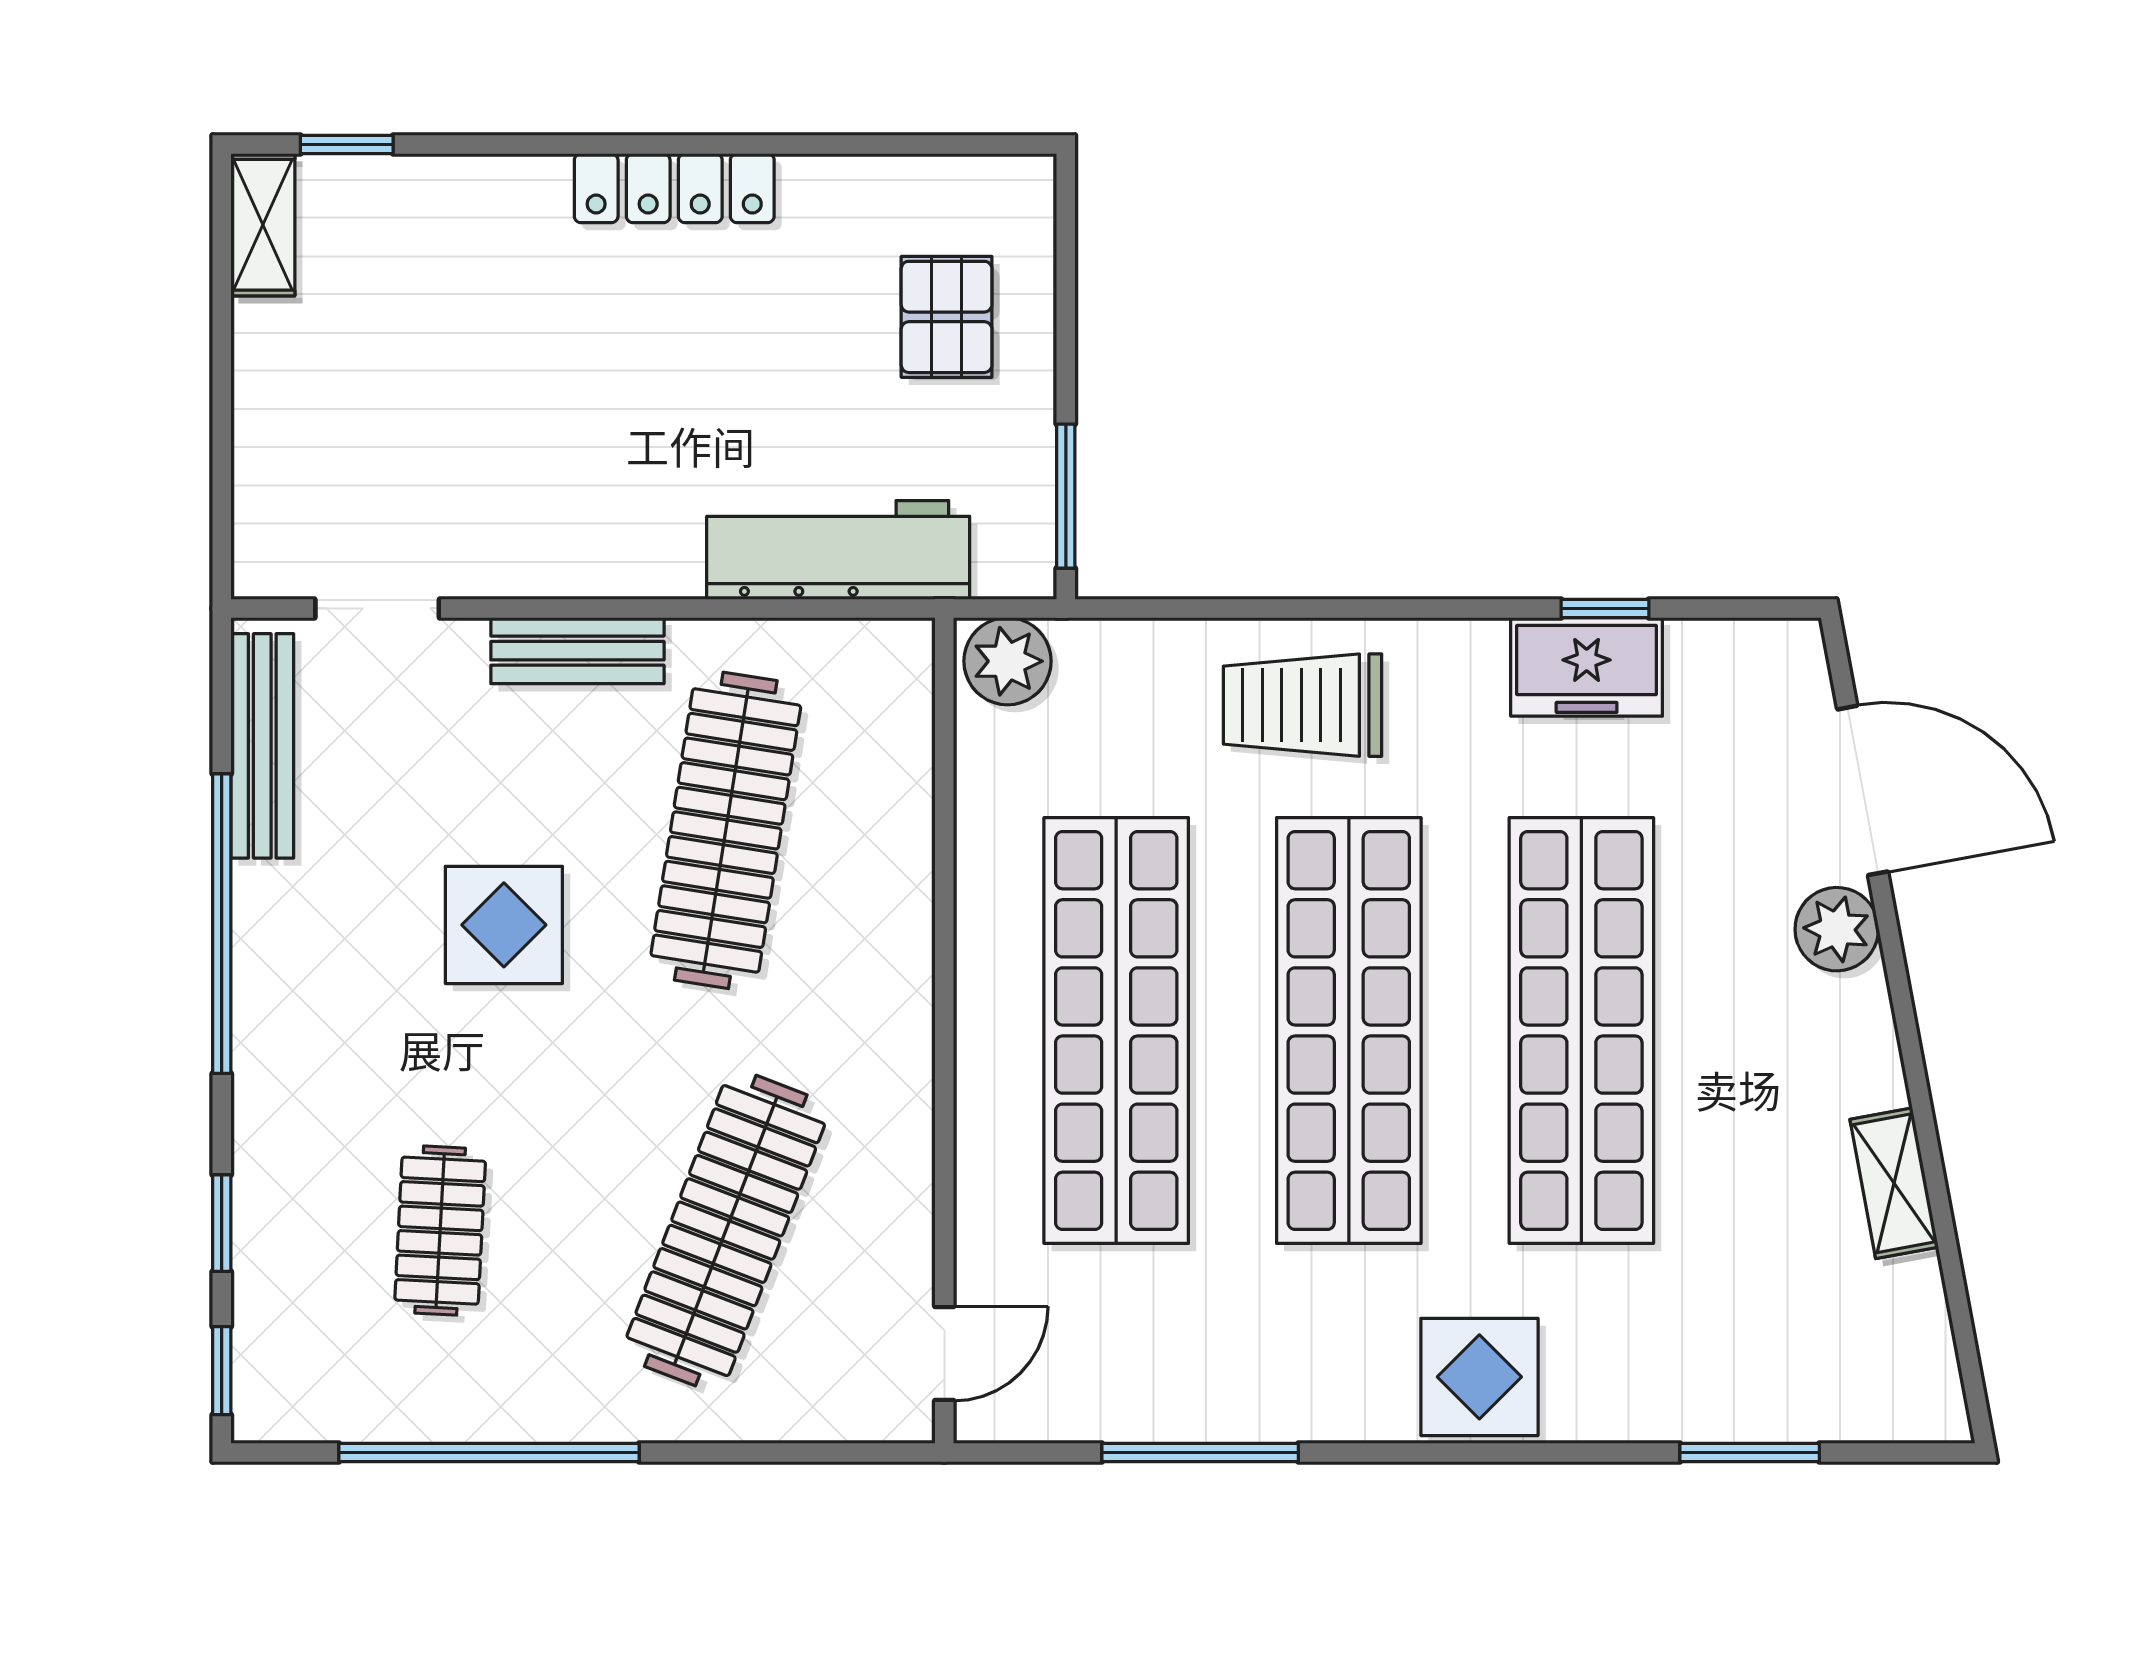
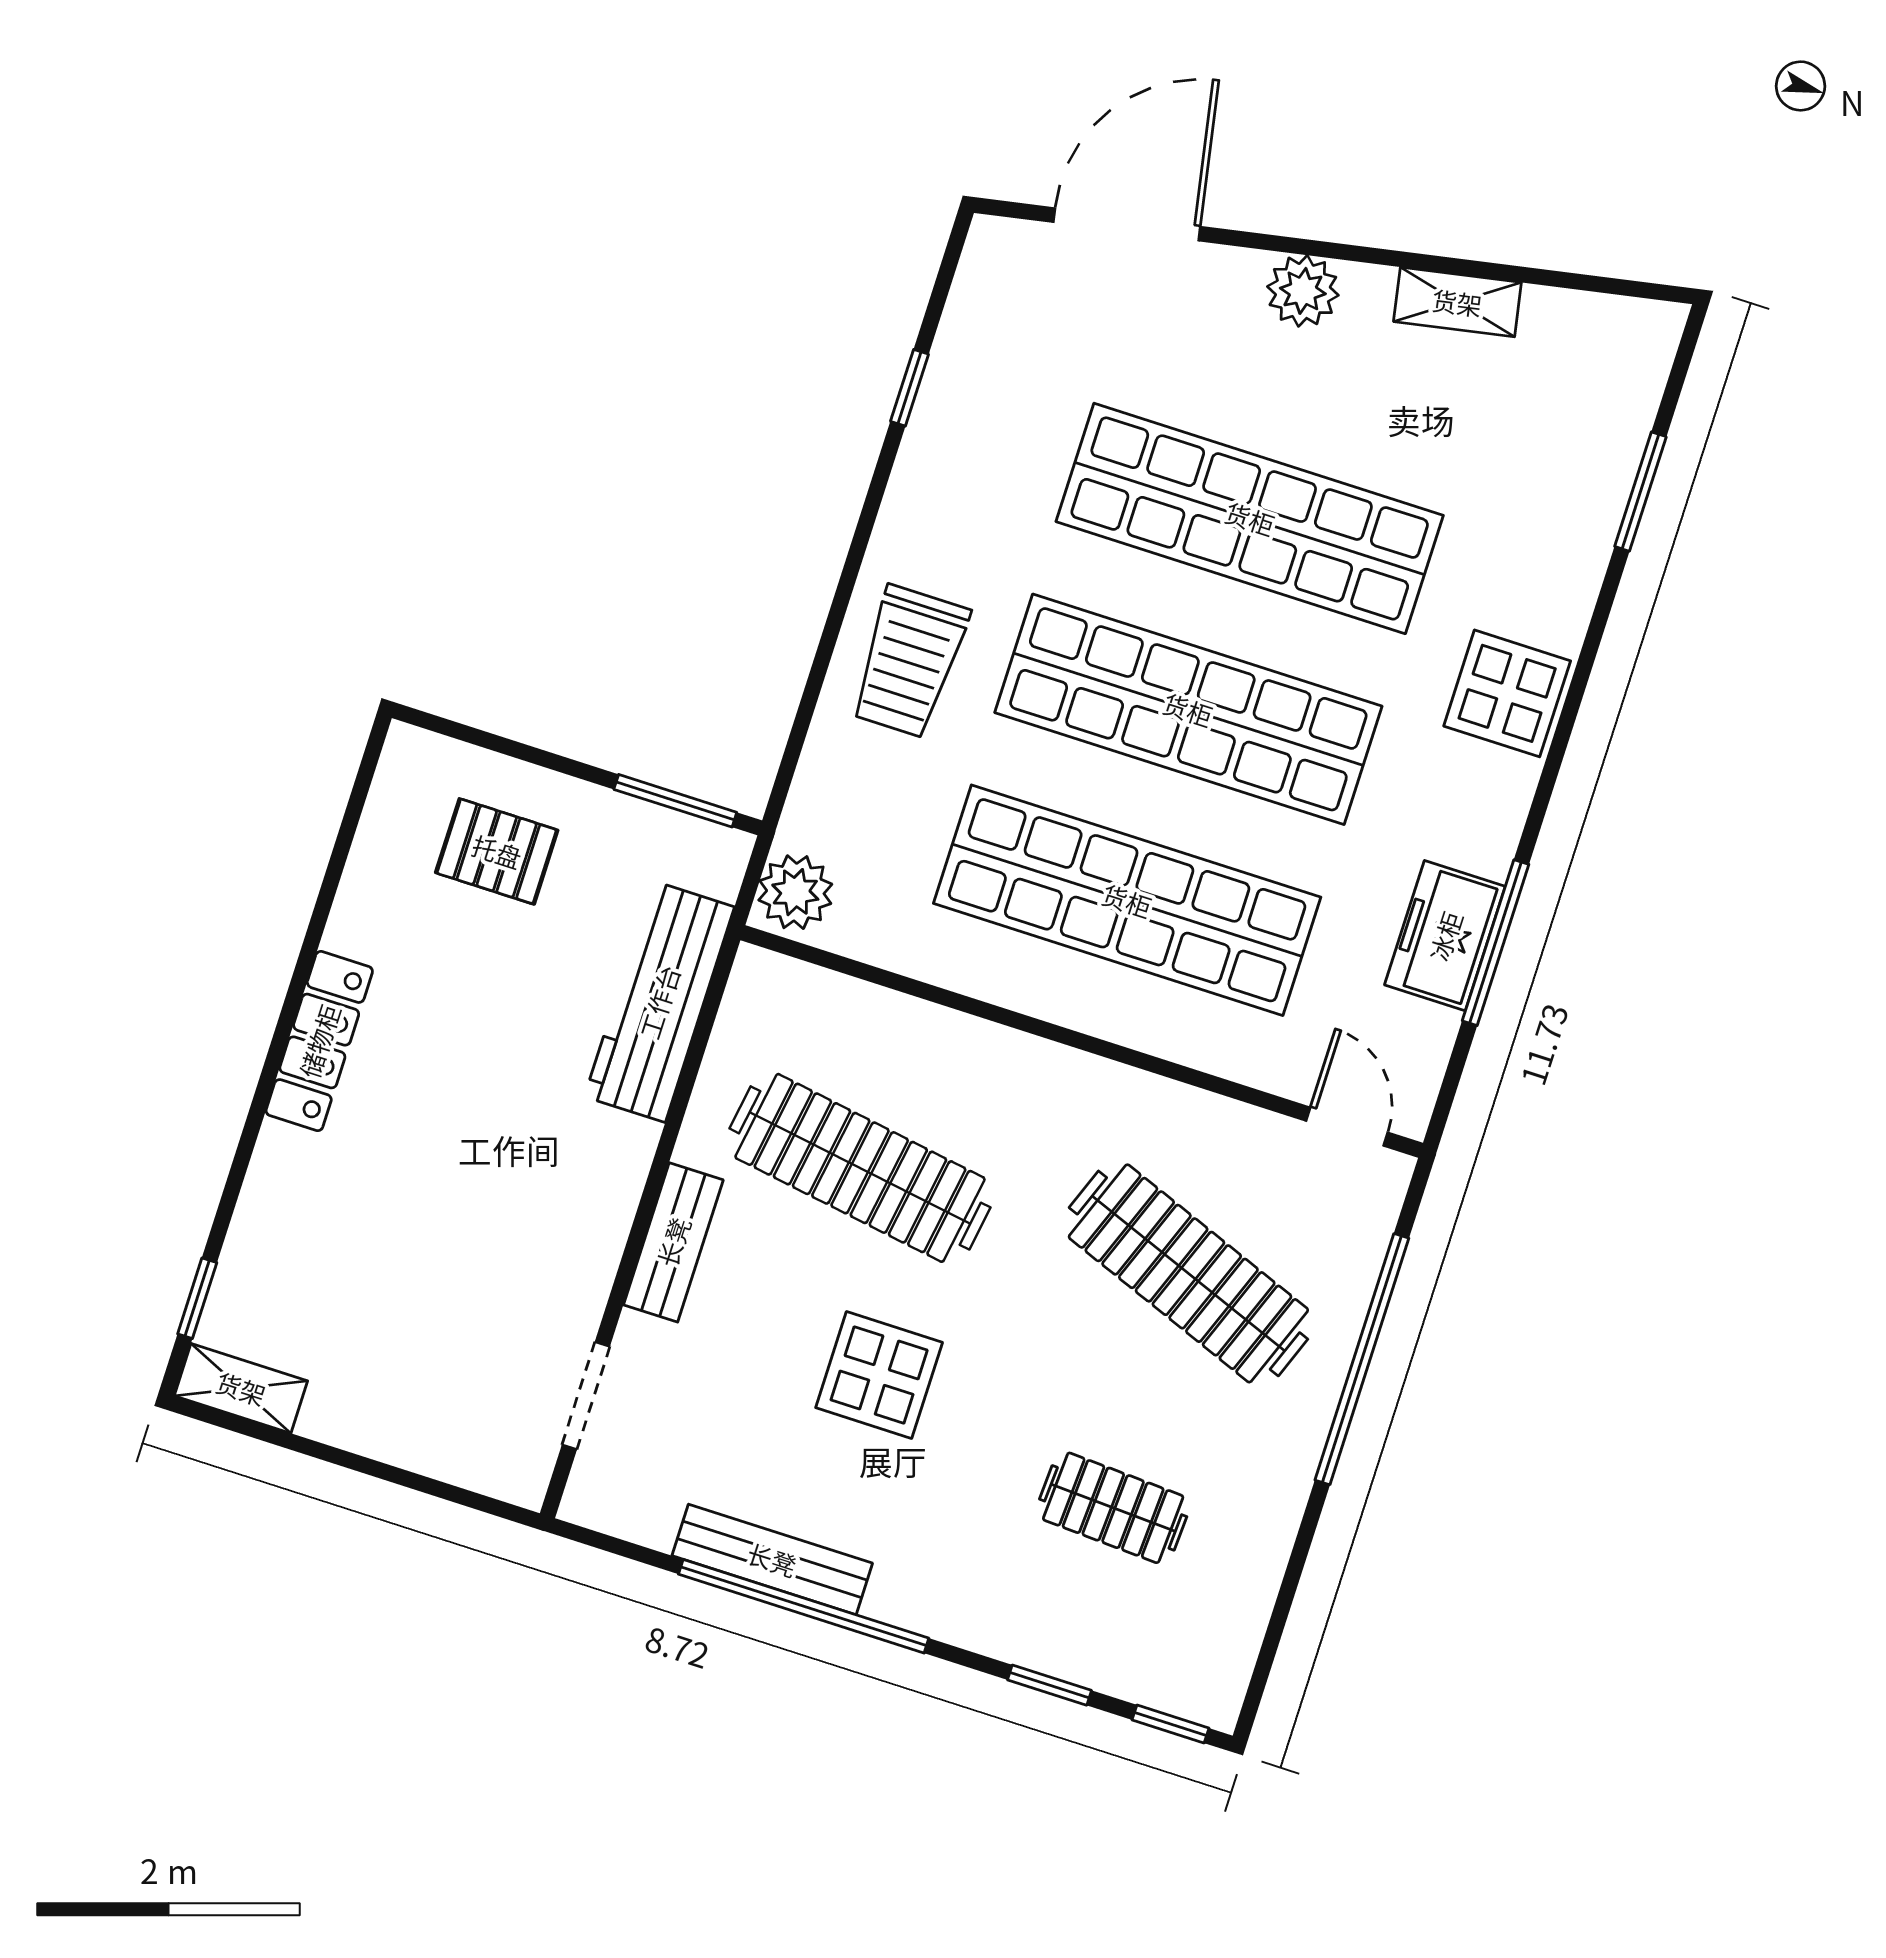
freezer: (1587, 667) -> (1445, 936), moved, turned 180
bench: (262, 746) -> (772, 1559), moved
plant: (1837, 929) -> (1303, 291), moved
window: (489, 1453) -> (1362, 1359), moved

